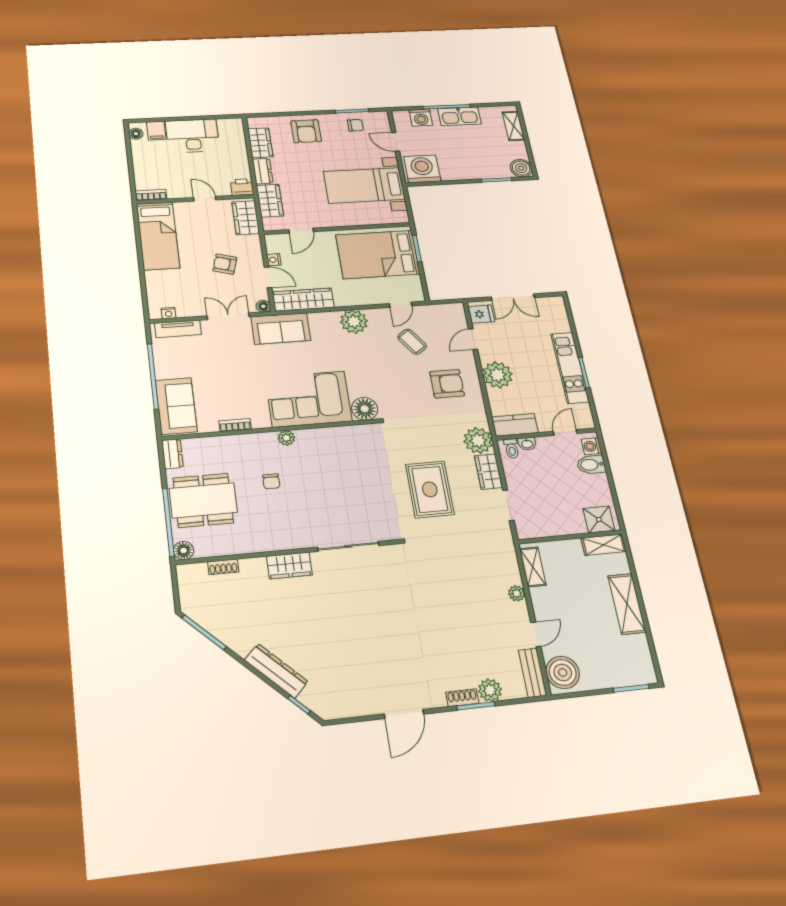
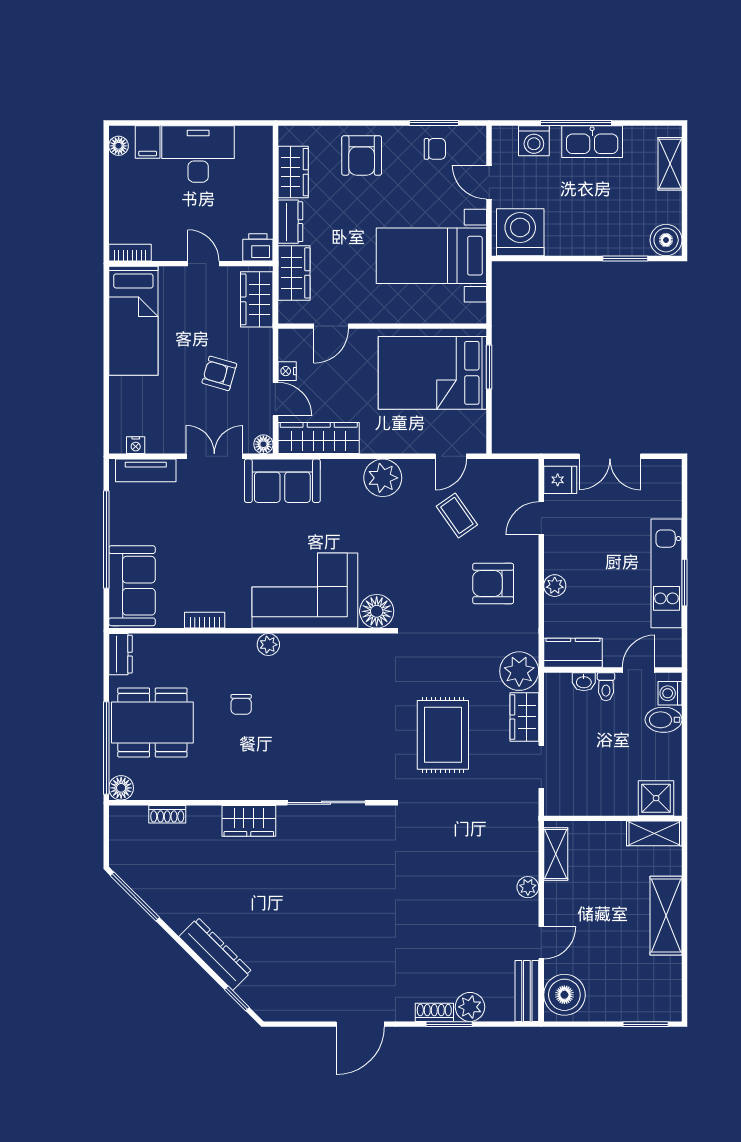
plant: (498, 375) -> (555, 586), width x0.53, depth x0.53
armchair: (447, 384) -> (493, 583), turned 180
toilet: (512, 448) -> (606, 687), moved

